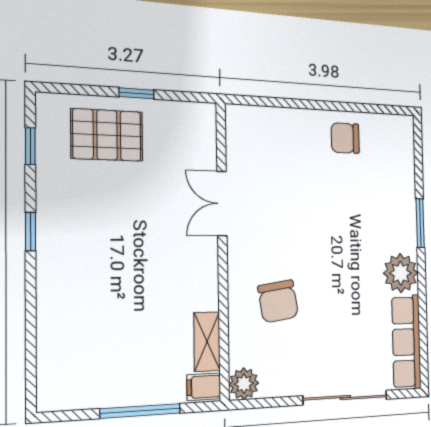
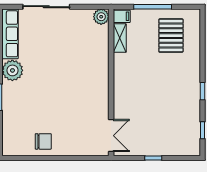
pallet: (107, 135) -> (171, 36), moved, turned 90
double door: (222, 204) -> (111, 136), moved
chair: (278, 301) -> (82, 57), removed

